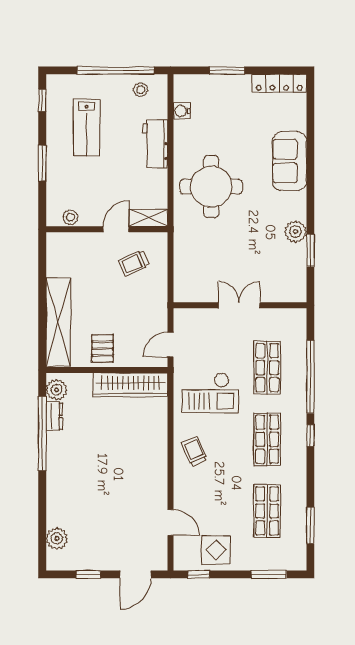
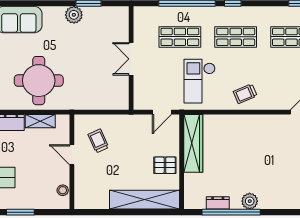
shelving: (149, 218) -> (40, 121), moved, turned 90
trolley: (134, 263) -> (98, 141), turned 180
door: (171, 345) -> (162, 112), hinge flipped
plant: (56, 390) -> (250, 201), moved
checkout: (210, 393) -> (200, 81), turned 180

